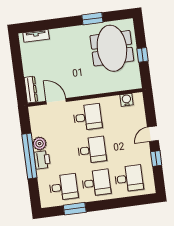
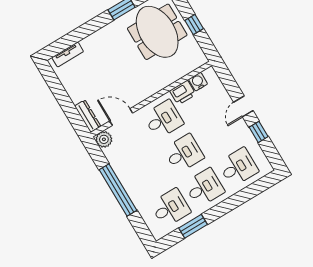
plant: (40, 144) -> (104, 139), moved
printer: (42, 160) -> (183, 93), moved, turned 90

